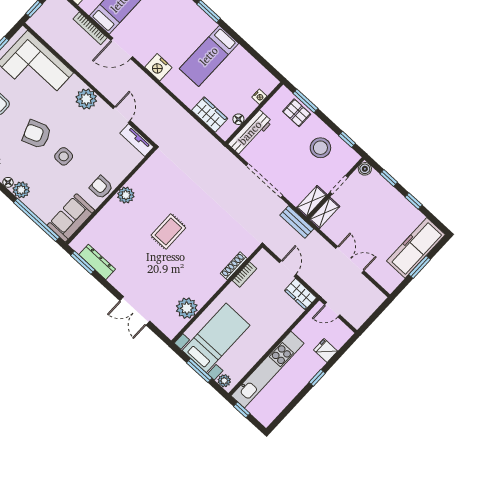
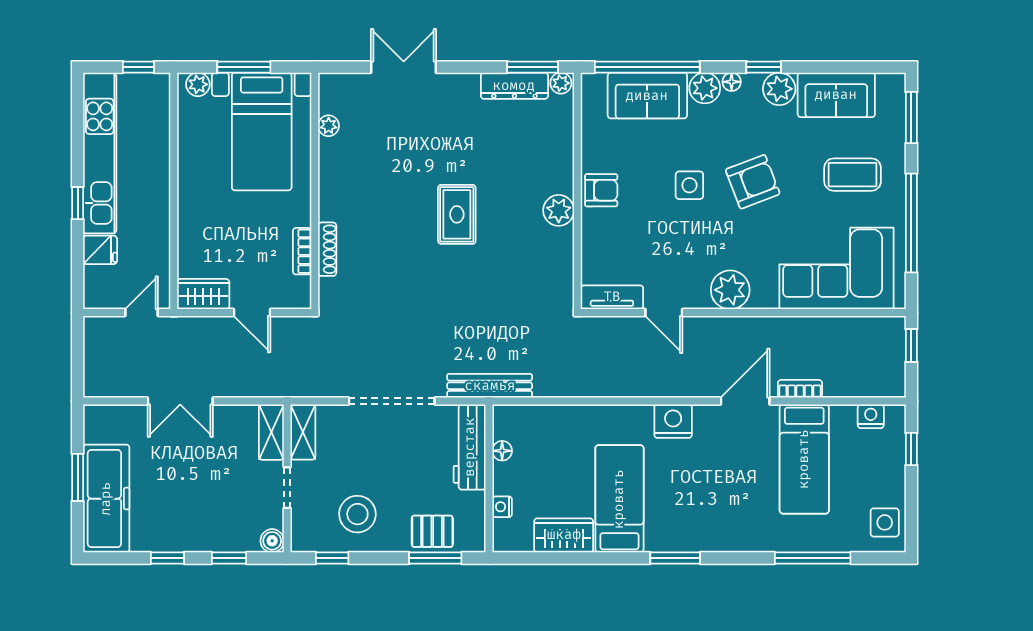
bookcase: (90, 28) -> (800, 389), width x0.64
wardrobe: (210, 114) -> (564, 535), moved, turned 180
sofa: (71, 218) -> (647, 96), moved, turned 90
bench: (297, 222) -> (490, 386), moved, width x1.36
plant: (77, 246) -> (561, 83), added
plant: (187, 308) -> (329, 126), width x0.53, depth x0.53
kitchen unit: (268, 370) -> (100, 153), moved, turned 180

